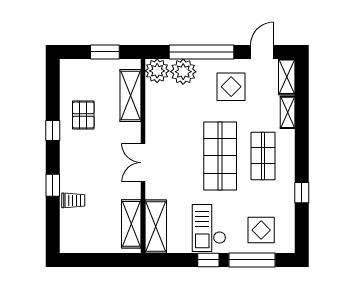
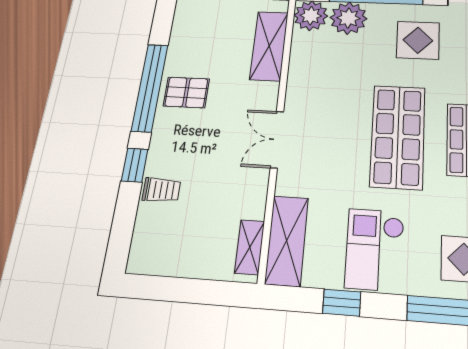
pallet: (83, 115) -> (186, 92), moved, turned 90
window: (53, 131) -> (150, 87), width x3.17
shelving: (131, 224) -> (250, 247), width x0.67, depth x0.75
window: (208, 260) -> (342, 303), moved

